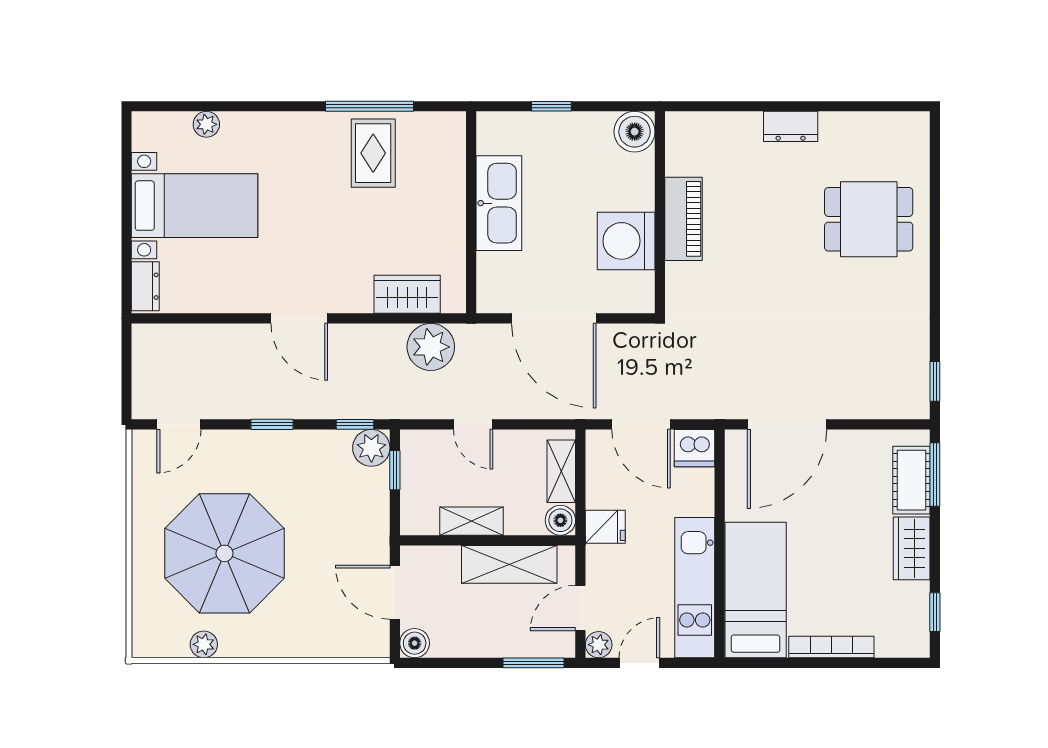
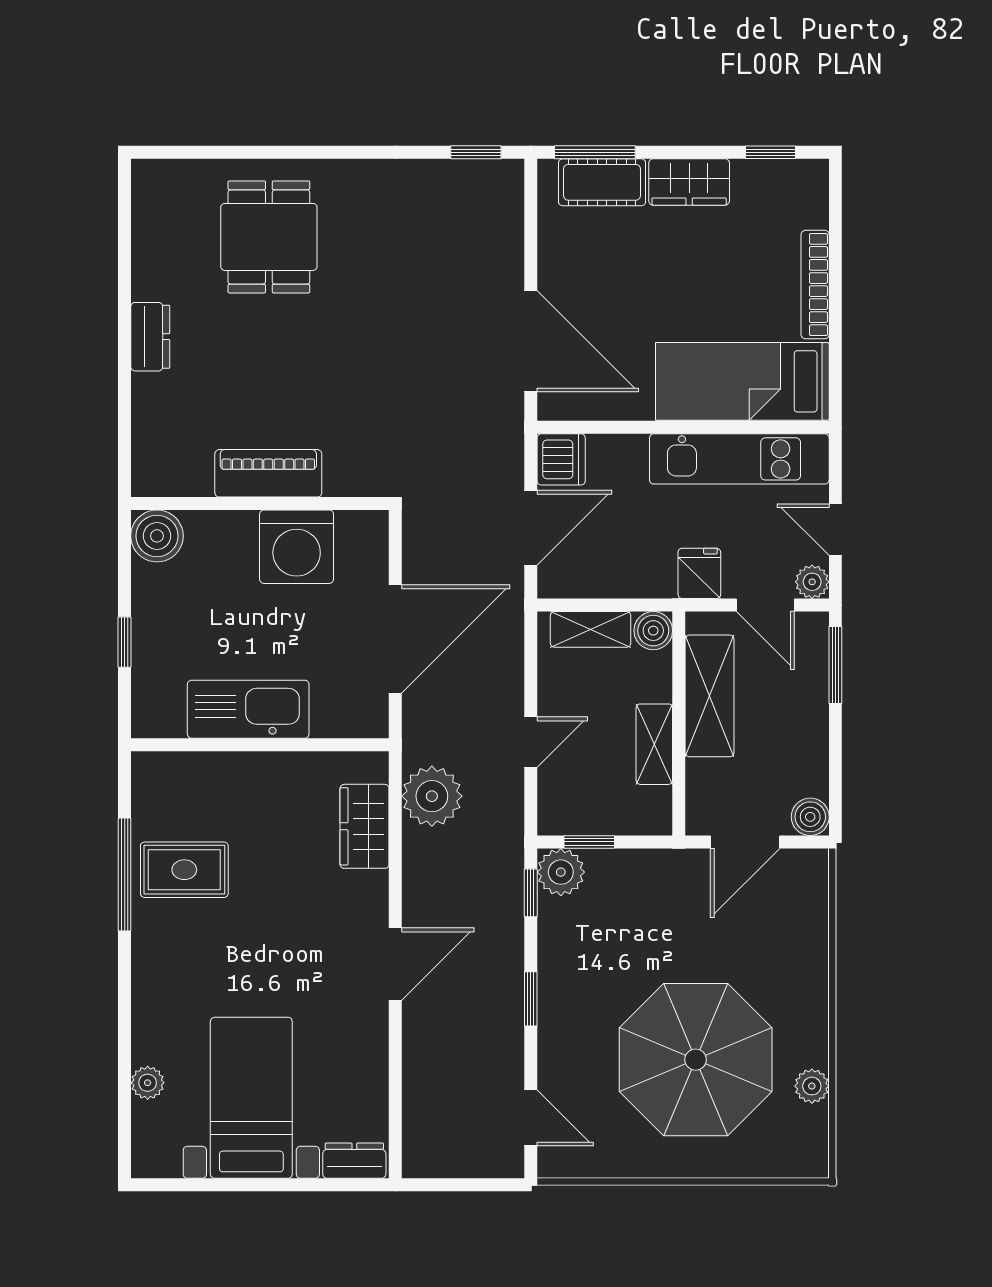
fridge: (605, 527) -> (699, 573), moved

